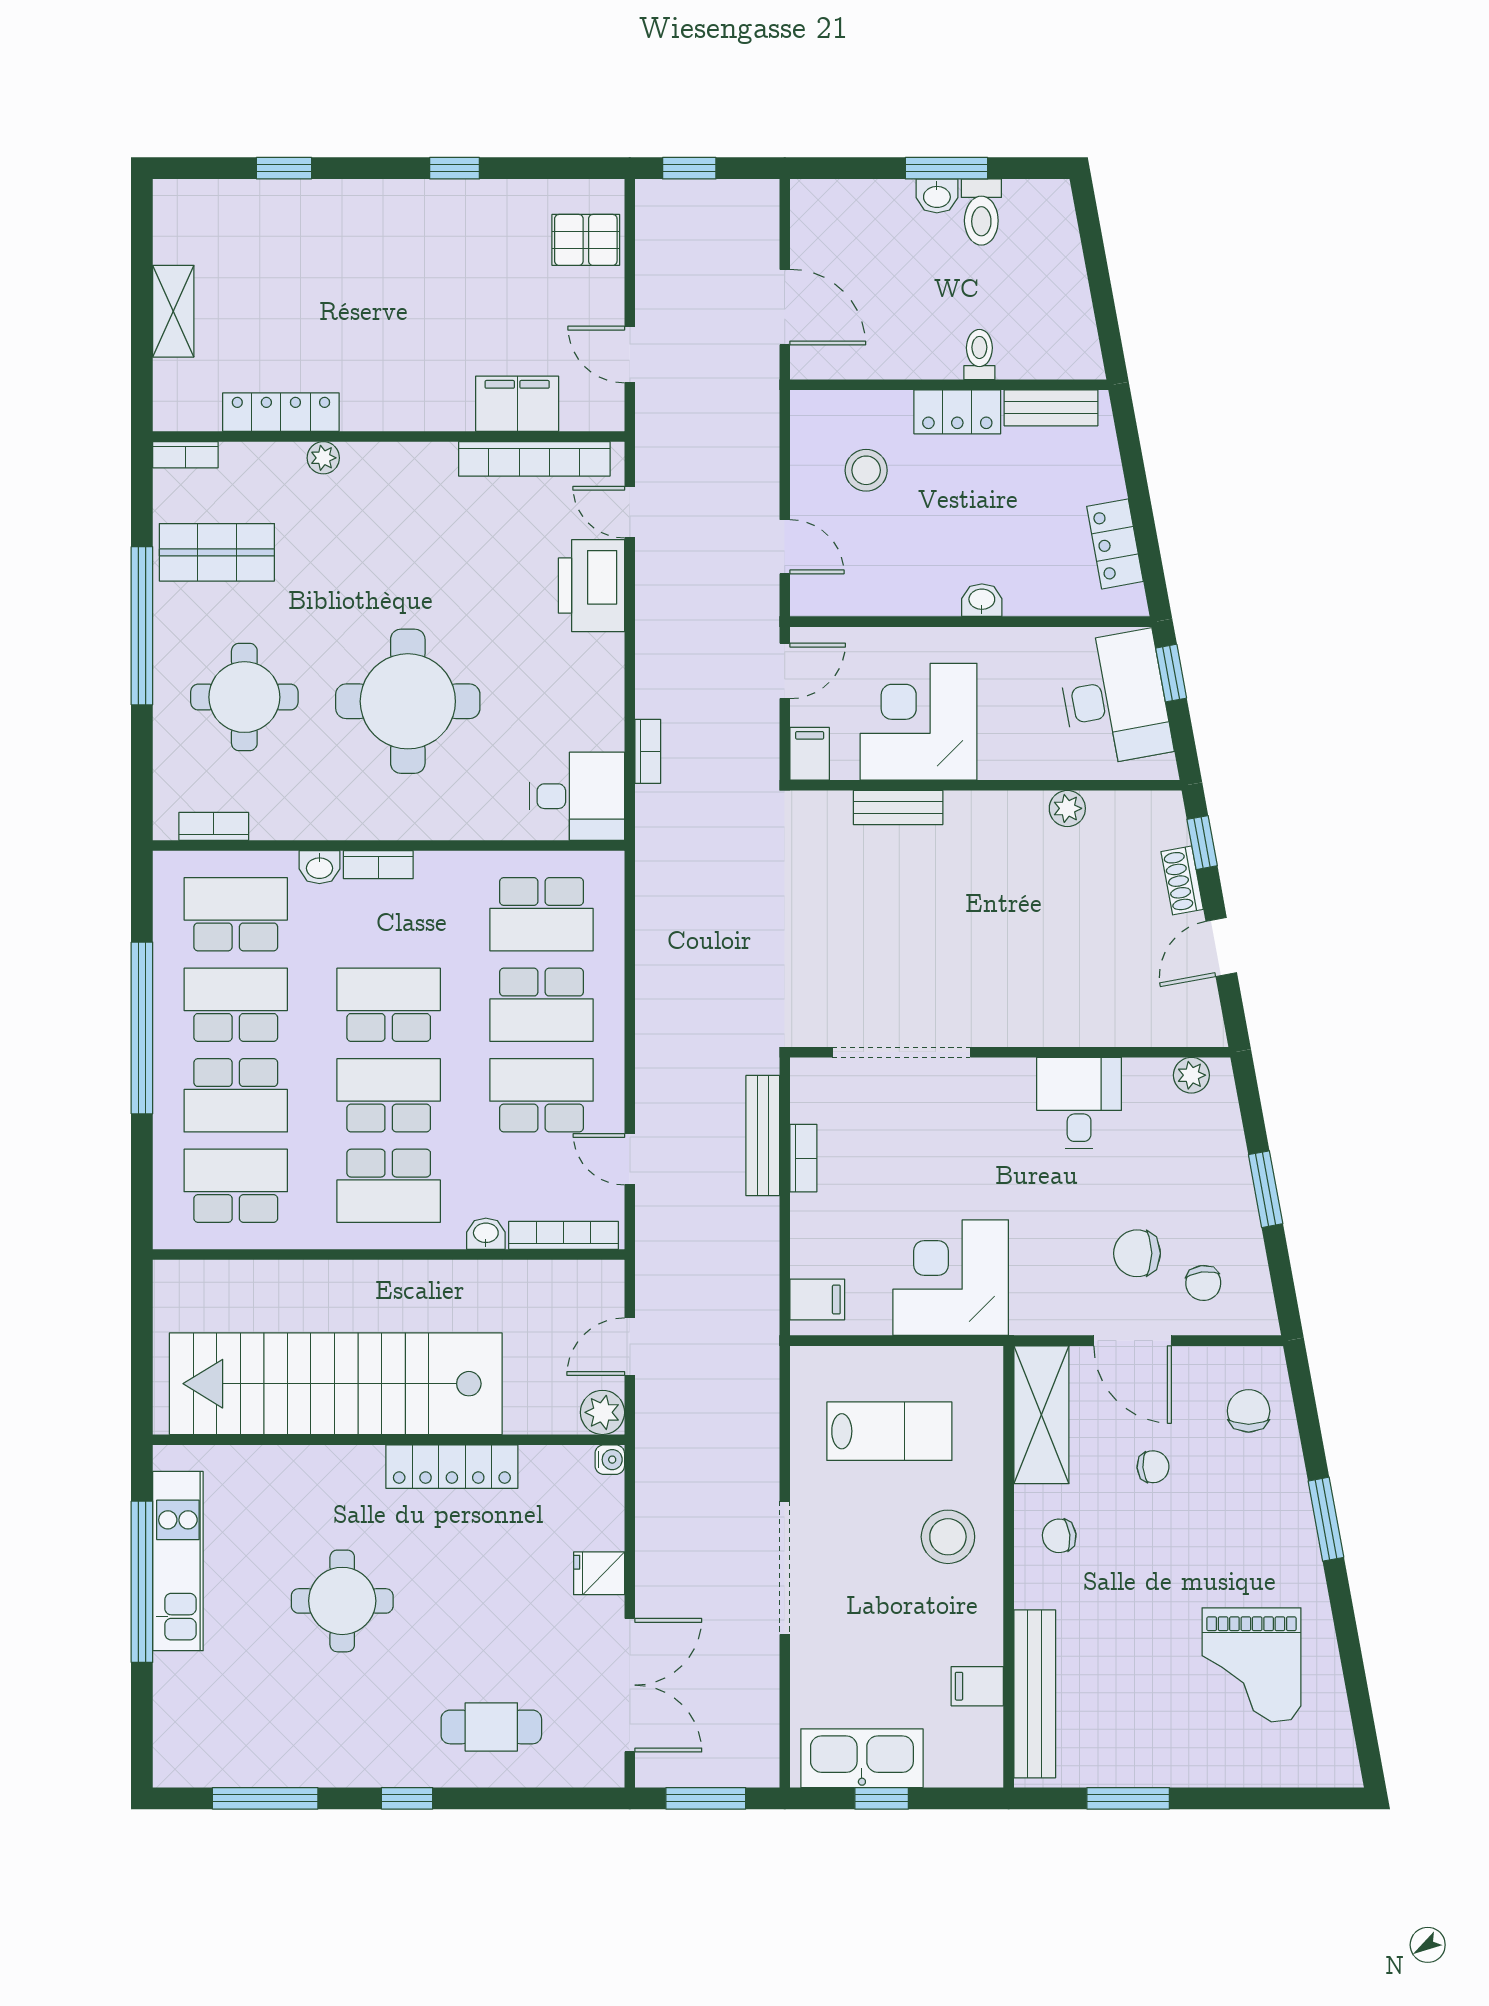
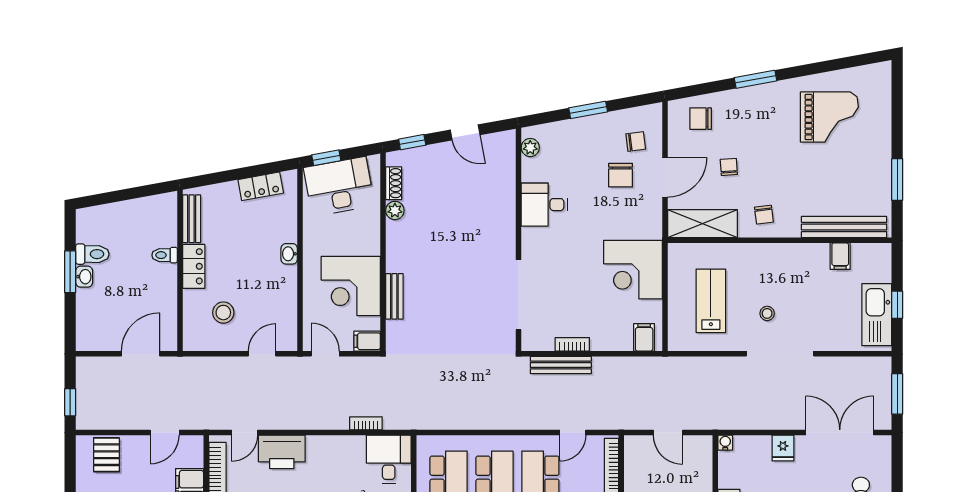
shoe rack: (1182, 880) -> (394, 183), moved, turned -80
plant: (602, 1412) -> (701, 446), removed
stool: (948, 1537) -> (767, 313), moved, width x0.53, depth x0.53

